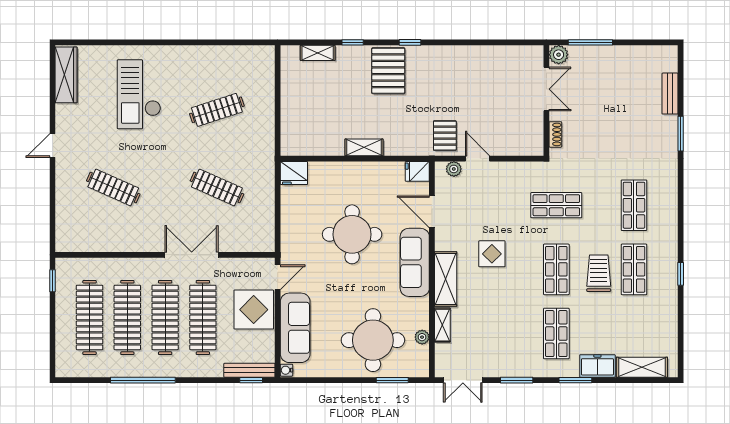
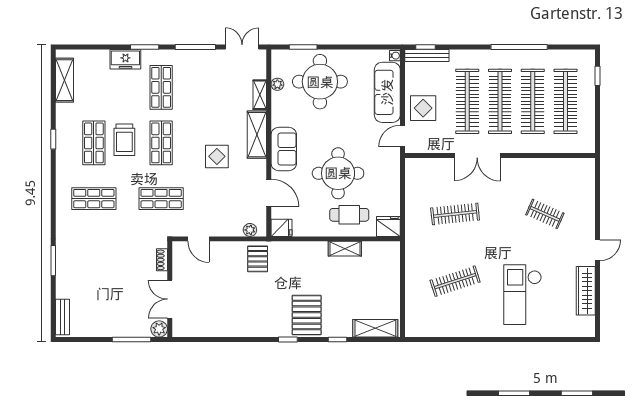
shelving: (318, 53) -> (375, 328), width x1.50, depth x1.33
wardrobe: (66, 75) -> (586, 291), moved
checkout: (139, 94) -> (523, 295), turned 180
bench: (670, 94) -> (63, 317), moved
shelving: (364, 147) -> (345, 249), moved
door: (478, 159) -> (198, 239), moved
cafe table: (339, 186) -> (349, 215), added
clothes rail: (113, 187) -> (545, 214), width x0.73
clothes rail: (217, 187) -> (455, 214), turned -30
shop shelf: (634, 205) -> (94, 199), turned 90
sofa: (415, 262) -> (284, 149), width x0.73
window: (53, 281) -> (597, 76), moved
display table: (254, 310) -> (423, 108), width x0.73, depth x0.73
shelving: (642, 367) -> (65, 80), moved, turned 90
window: (517, 380) -> (195, 47), width x1.44

